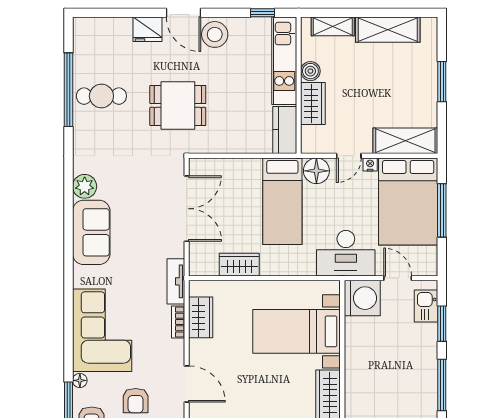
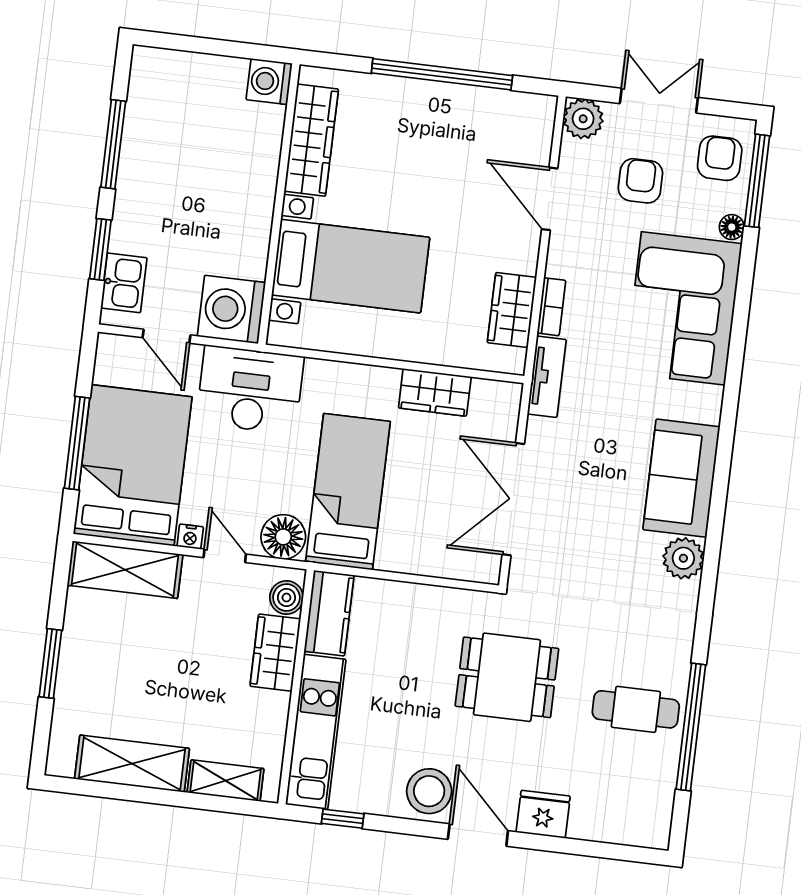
boiler: (310, 71) -> (286, 598), moved
door: (349, 156) -> (225, 556), hinge flipped

